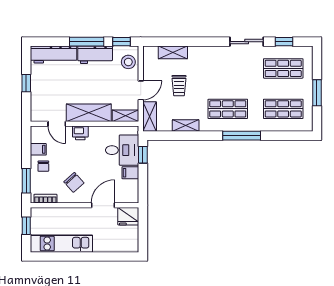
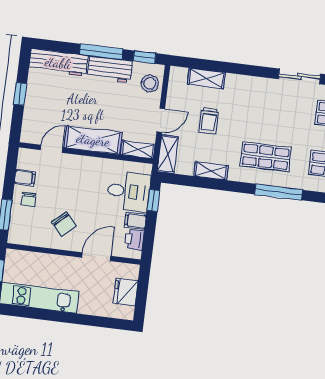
door: (57, 124) -> (52, 149), swing flipped
printer: (80, 133) -> (134, 240), moved, turned 90
bookcase: (45, 199) -> (26, 240), removed
fridge: (128, 216) -> (126, 292), moved, turned 90

